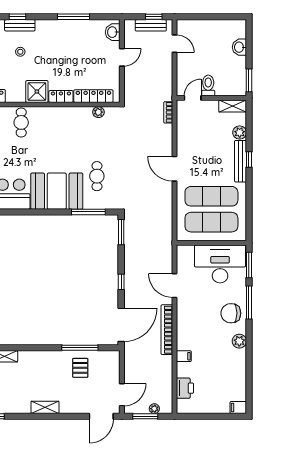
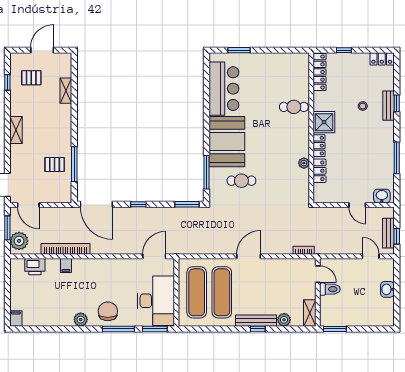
door: (175, 44) -> (371, 256), swing flipped
washbasin: (239, 47) -> (387, 289), moved, turned -90
locker: (93, 96) -> (319, 171), width x0.66
plant: (98, 112) -> (304, 163), moved
door: (175, 286) -> (154, 256), moved
bookcase: (167, 330) -> (66, 249), moved
plant: (154, 409) -> (19, 241), width x1.87, depth x1.87

